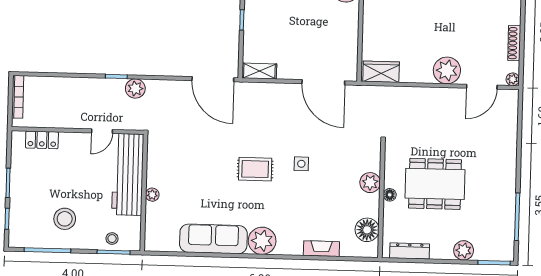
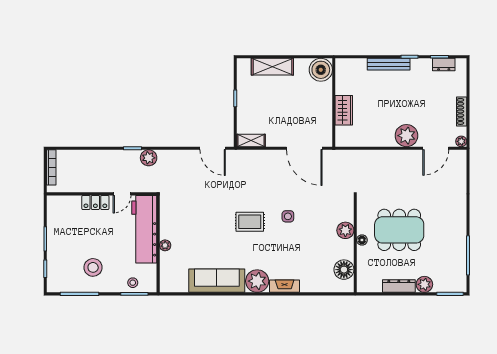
wardrobe: (381, 72) -> (344, 110), moved, turned 90
door: (213, 79) -> (213, 148), width x0.73
locker: (42, 140) -> (95, 203), moved
fireplace: (321, 249) -> (285, 286), moved
dresser: (410, 251) -> (399, 286), moved

